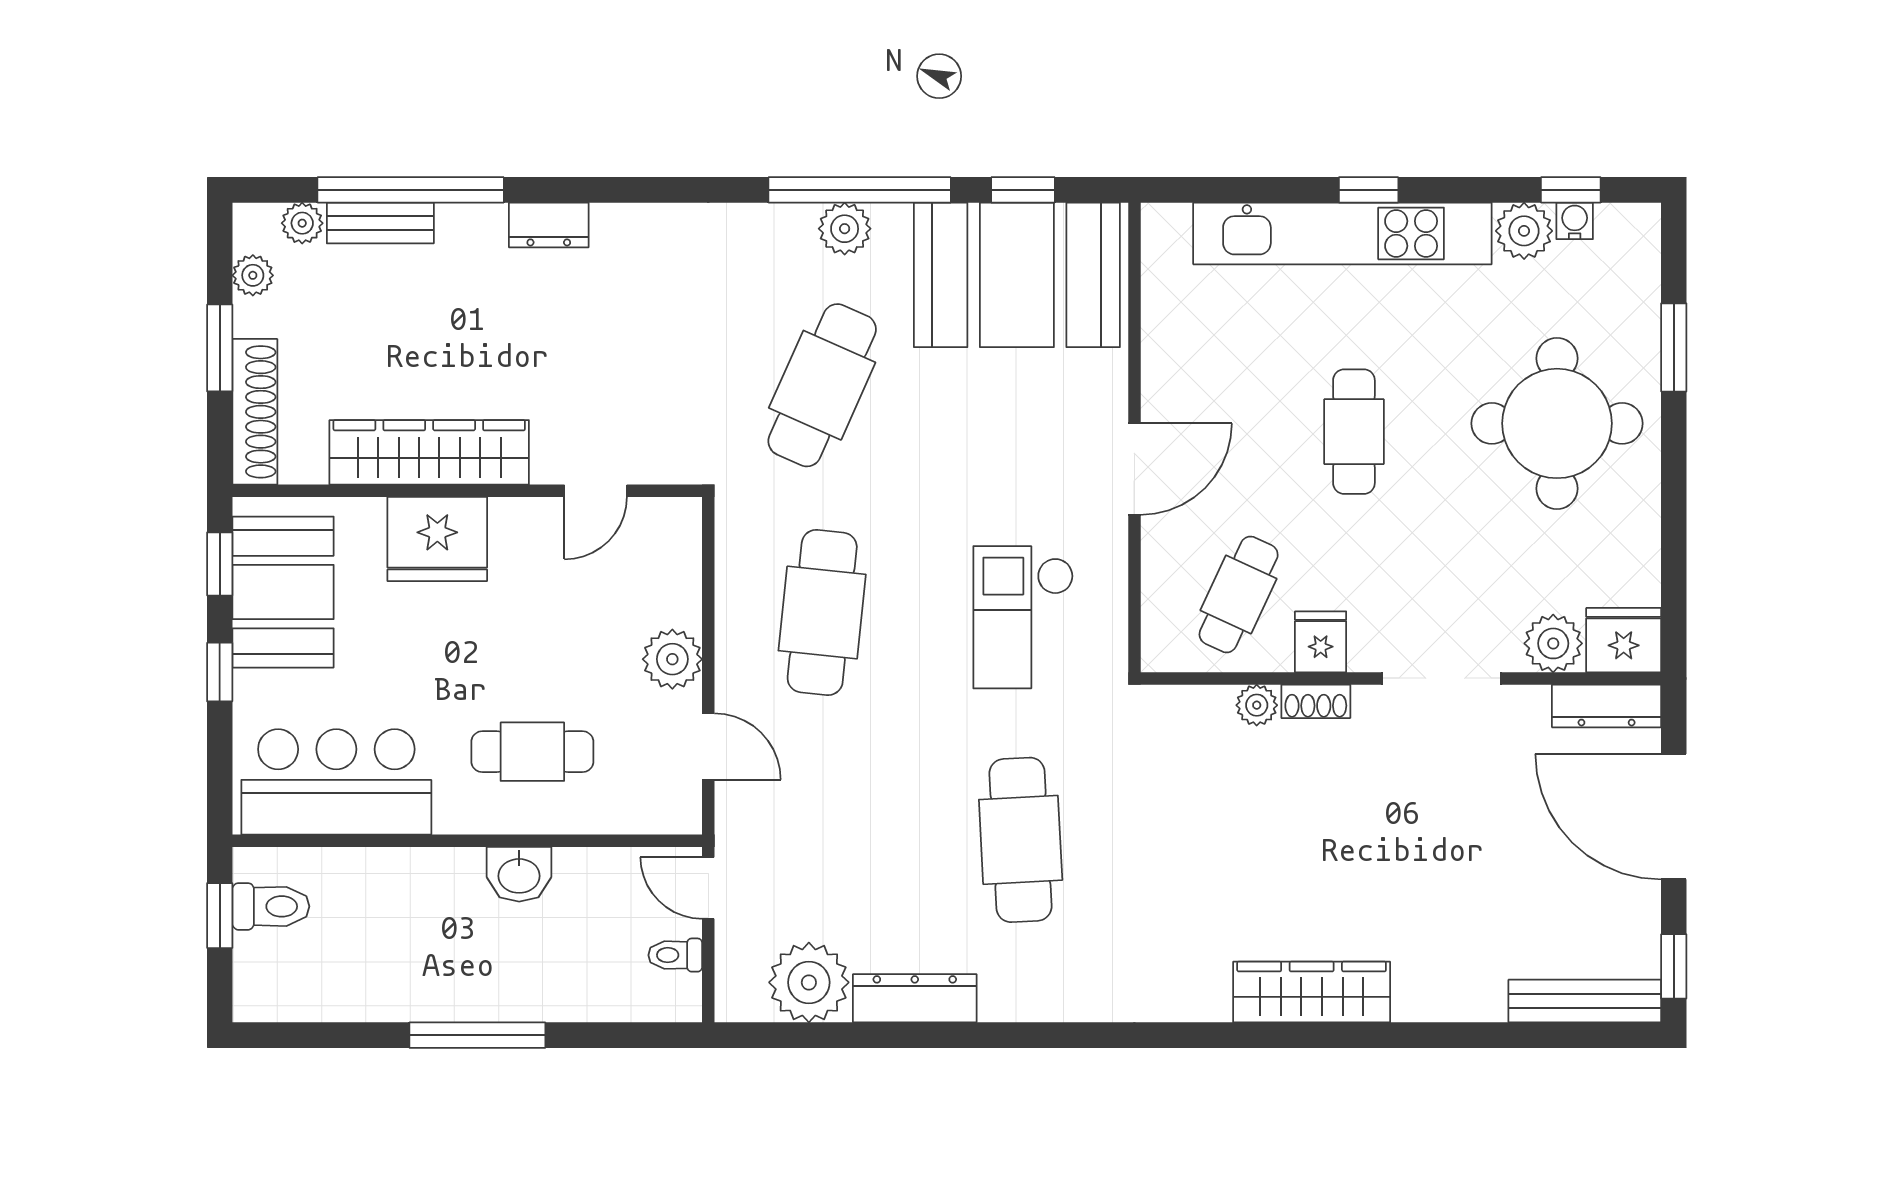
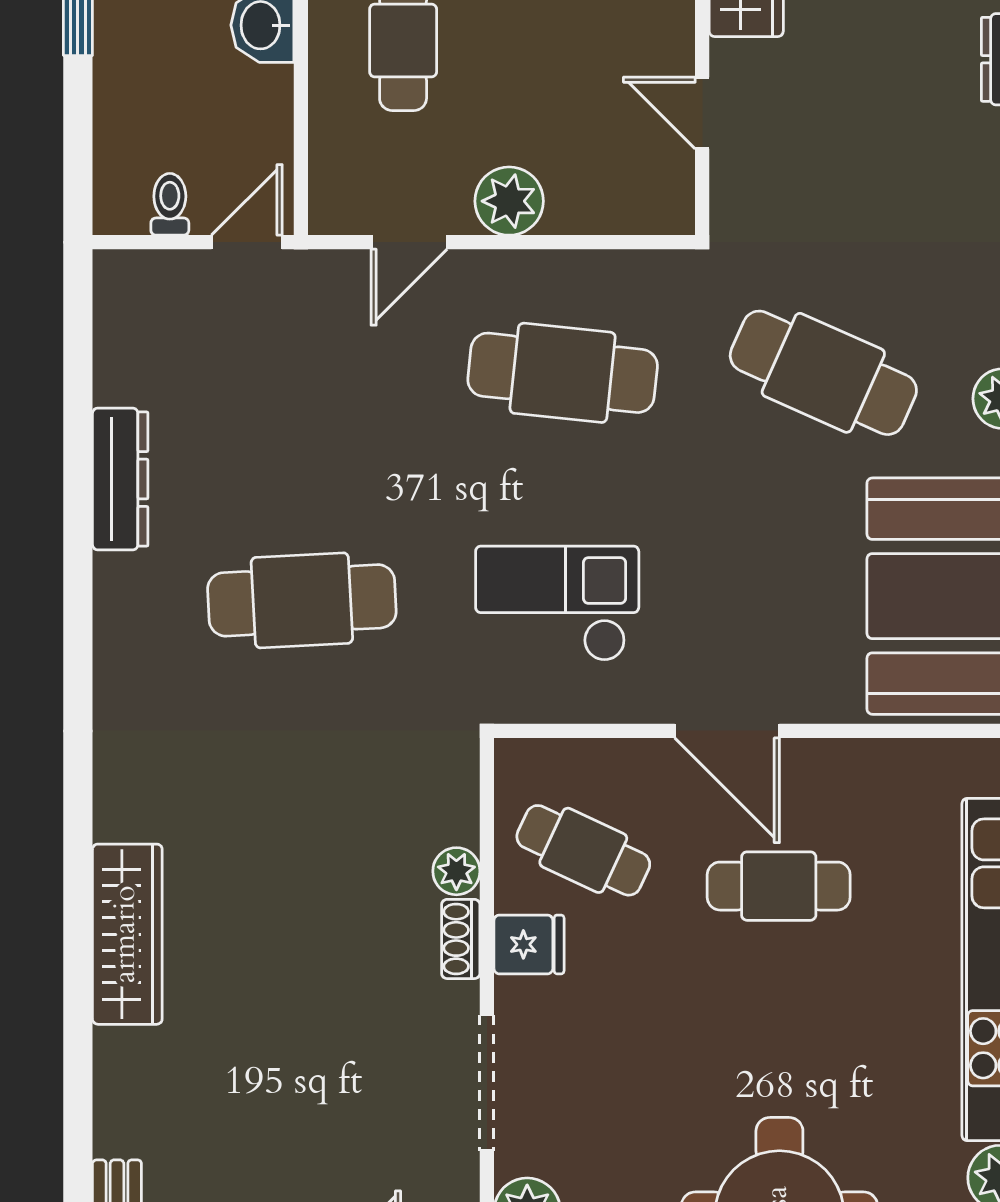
cafe table: (1354, 432) -> (779, 886), moved
plant: (809, 982) -> (138, 358), removed

